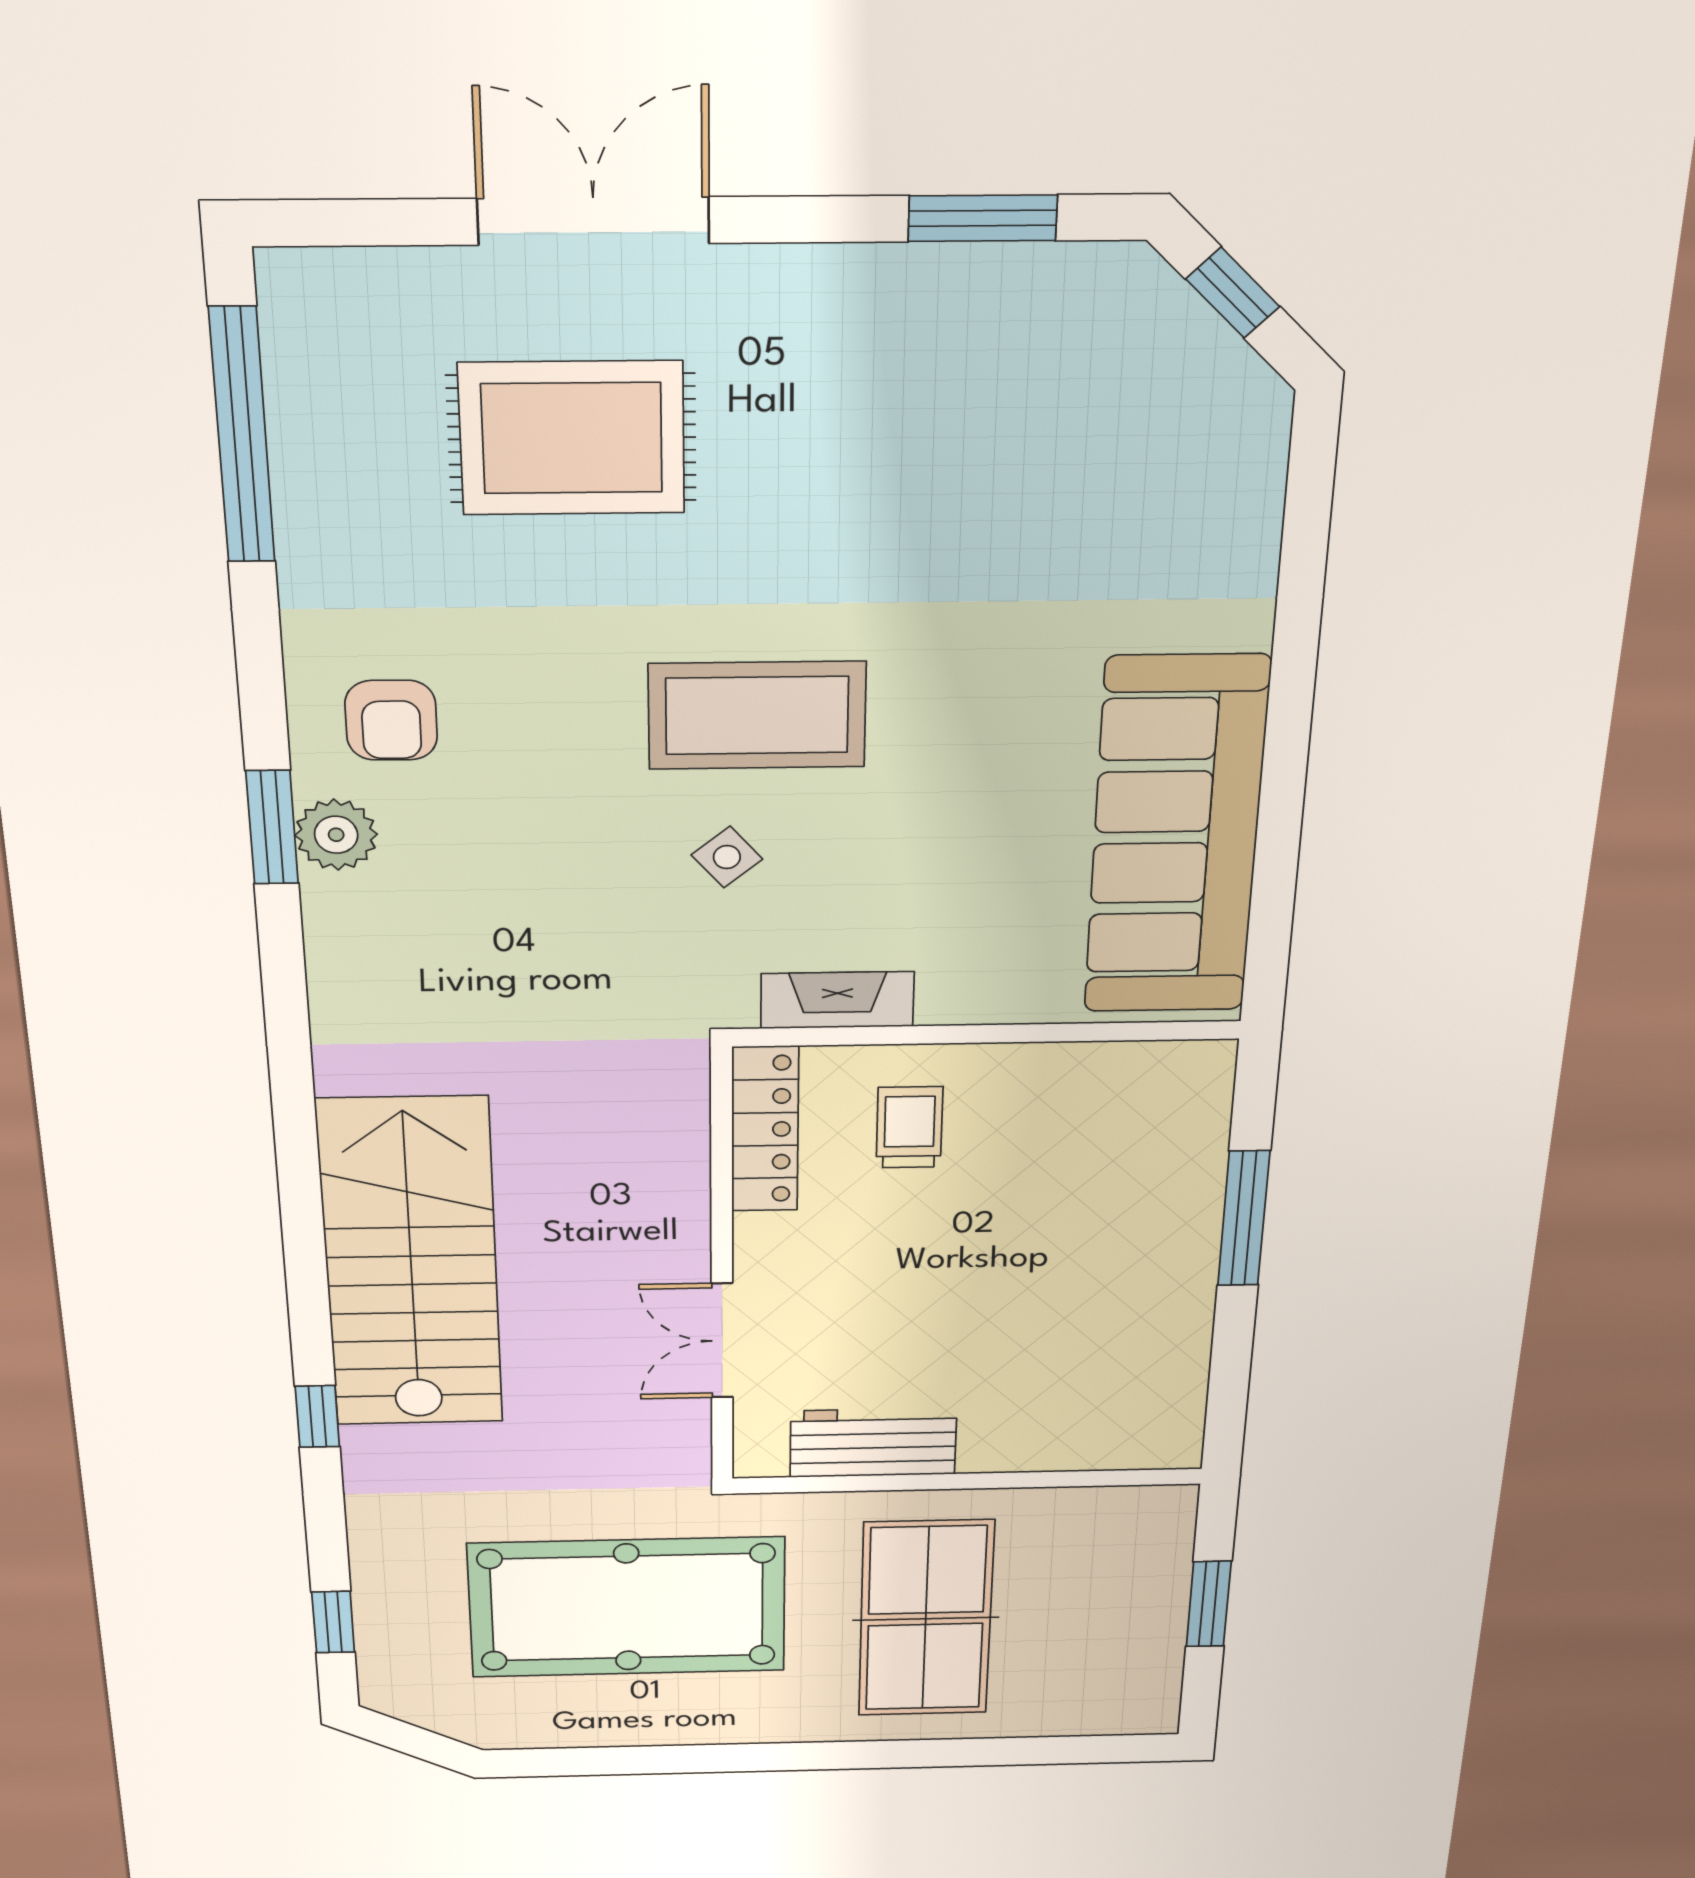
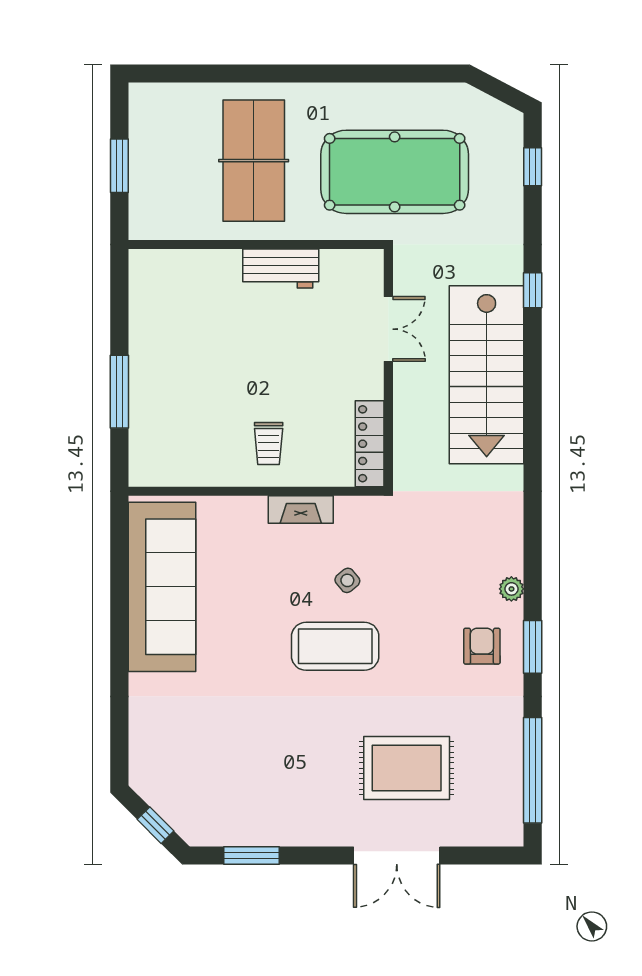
window: (272, 827) -> (533, 647), moved
plant: (336, 835) -> (511, 589), width x0.73, depth x0.73
locker: (765, 1129) -> (370, 444), moved
wall: (722, 1271) -> (388, 368), moved
double door: (722, 1341) -> (388, 329), moved

